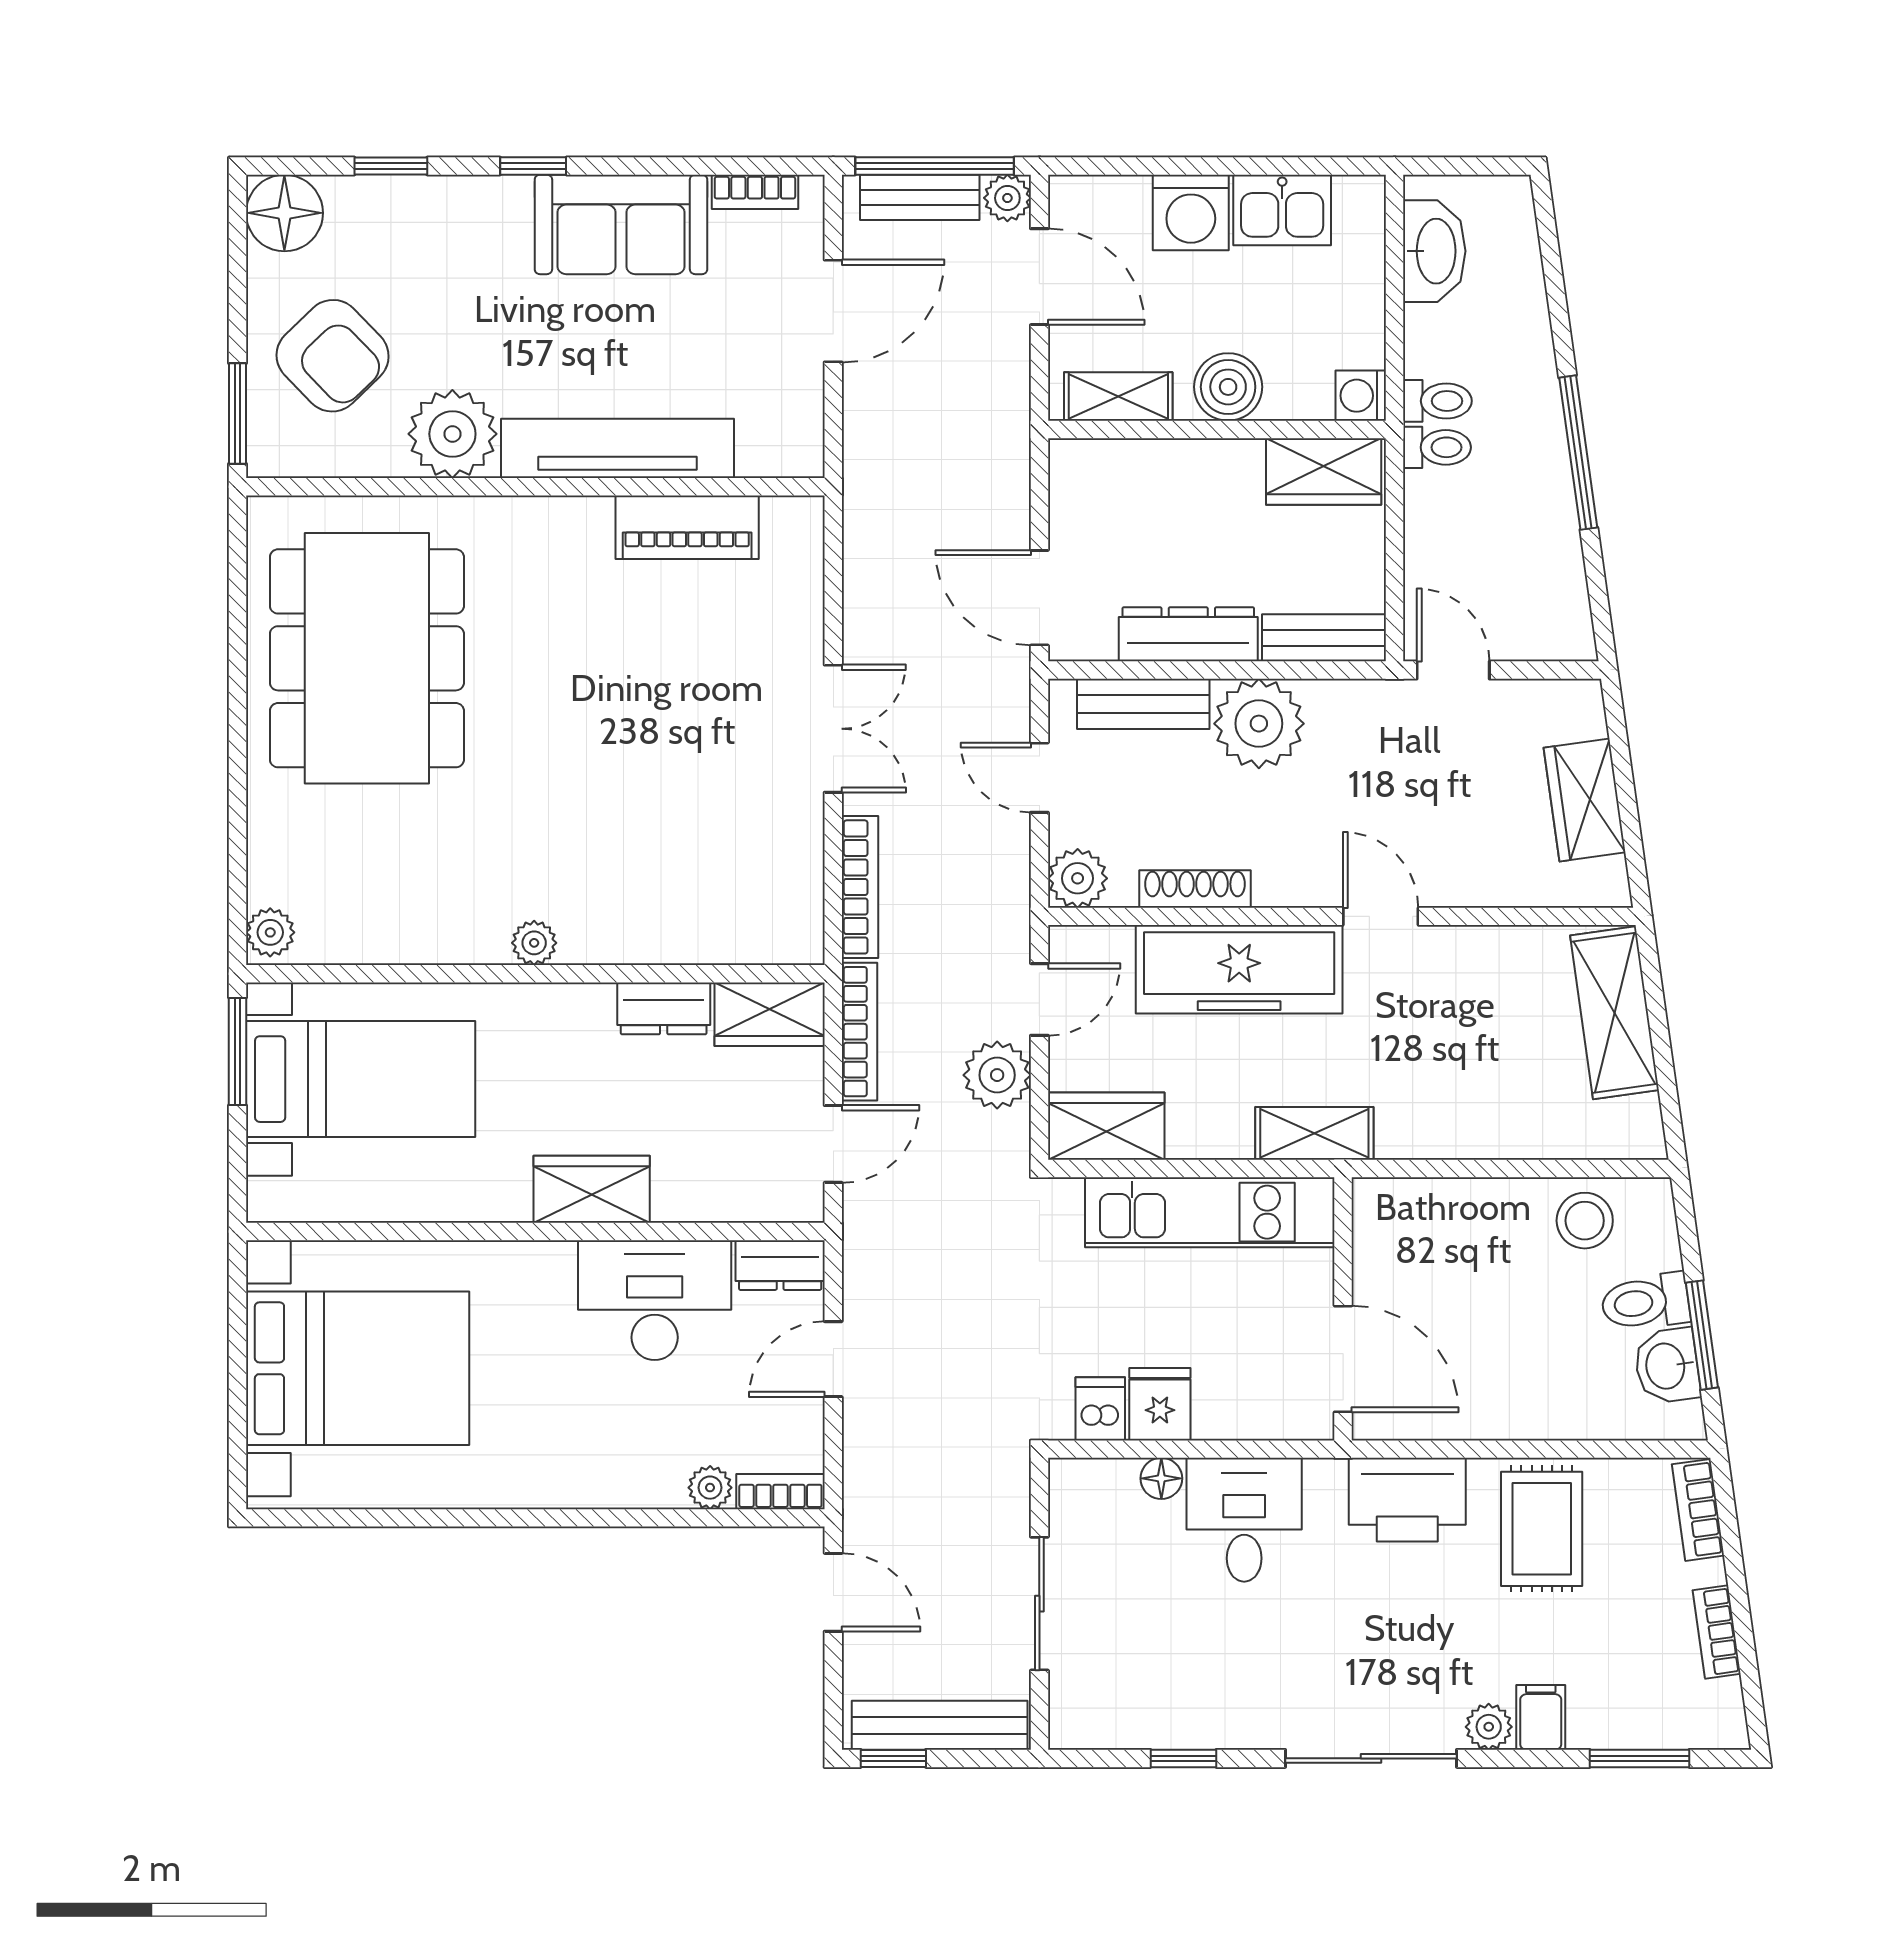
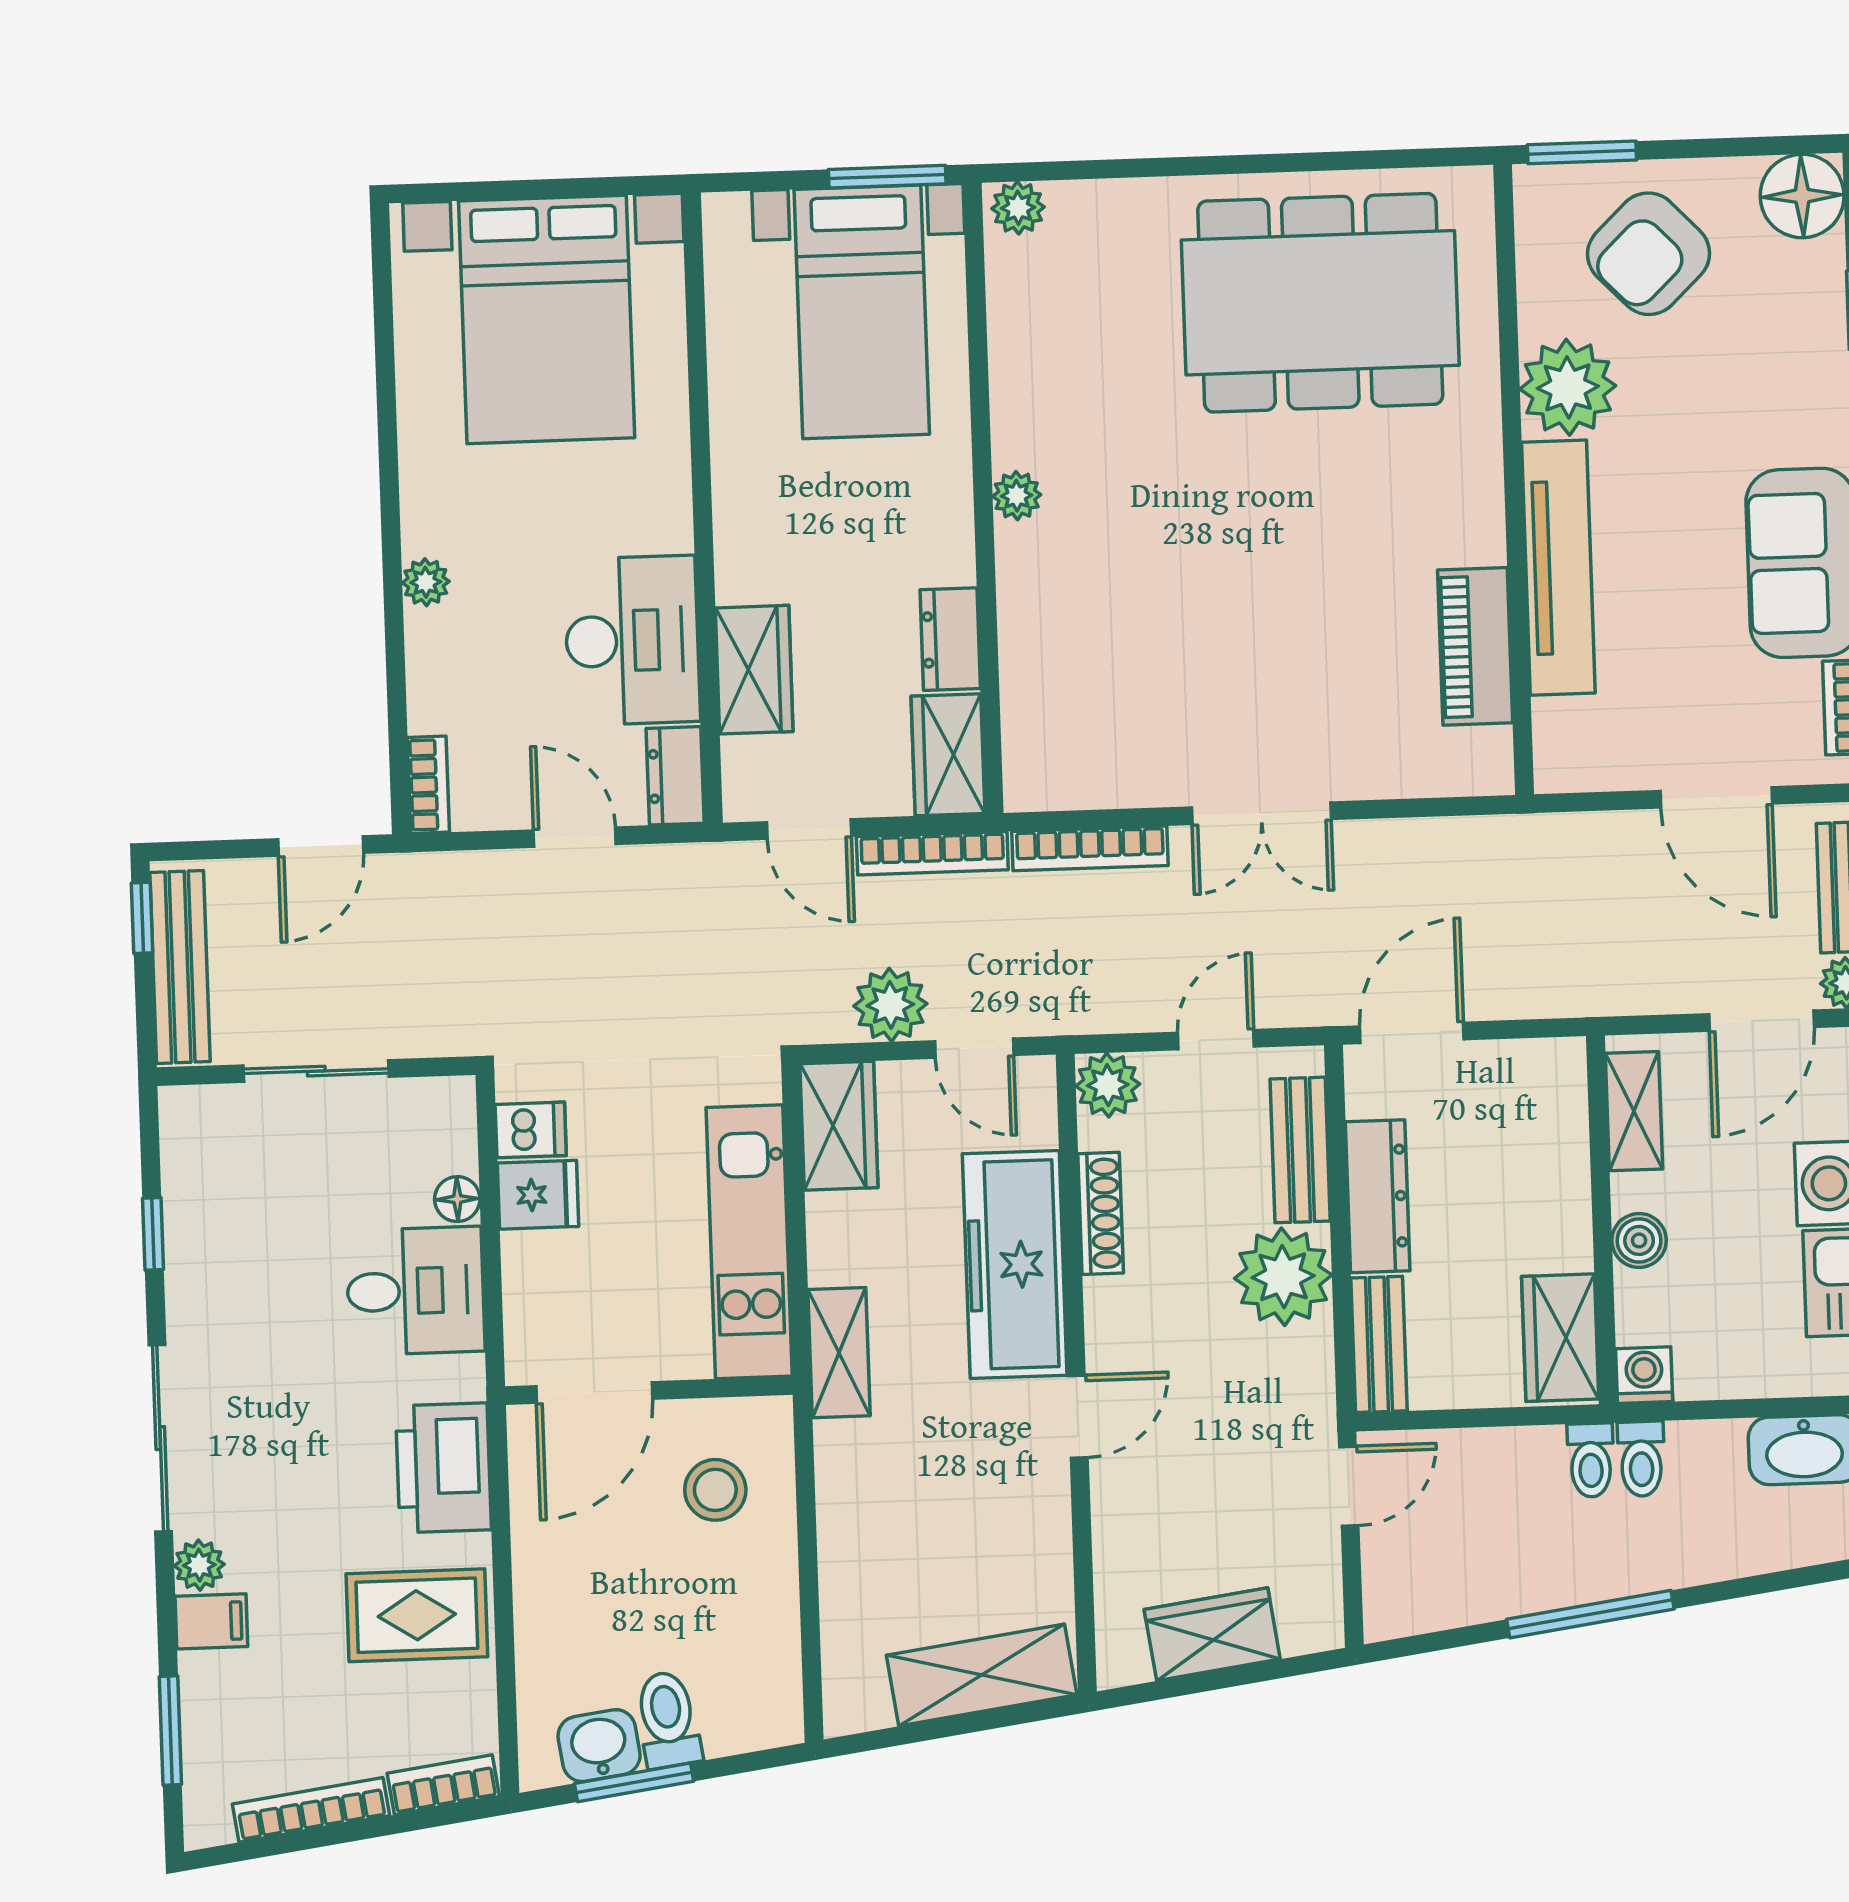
boiler: (1228, 387) -> (1639, 1240), width x0.73, depth x0.73
wardrobe: (592, 1189) -> (754, 670), moved
stool: (1585, 1221) -> (715, 1490), moved
plant: (710, 1488) -> (426, 582), moved
bookcase: (1717, 1632) -> (311, 1810), width x1.56

